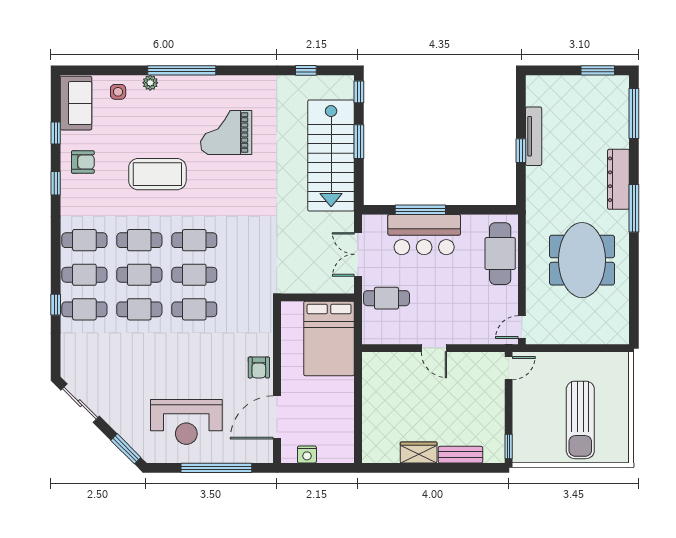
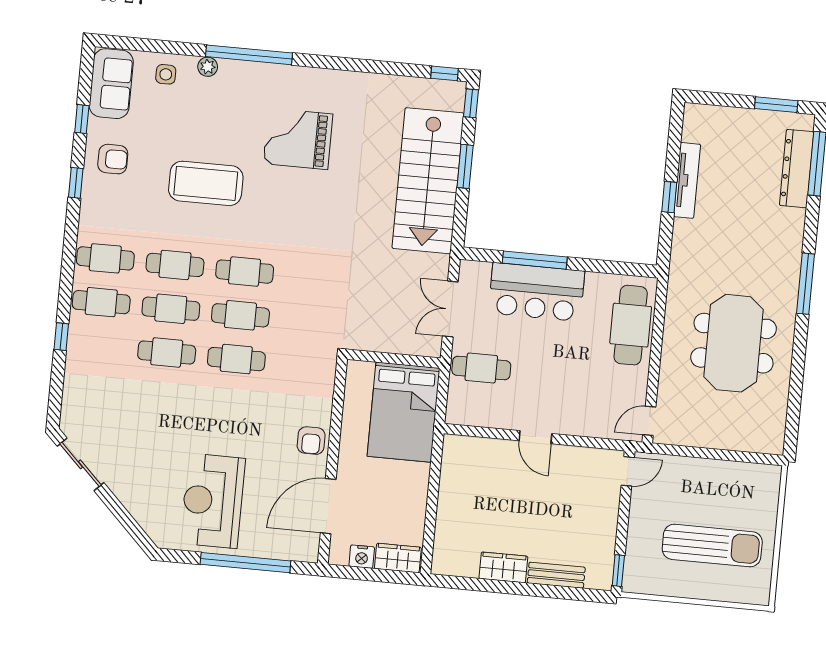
window: (306, 70) -> (445, 73), moved
dresser: (618, 179) -> (797, 169), moved
cafe table: (84, 309) -> (97, 346), removed
sun lounger: (580, 420) -> (712, 546), turned -90
reception desk: (186, 422) -> (213, 501), turned 90
window: (126, 449) -> (133, 528), removed
wardrobe: (335, 453) -> (398, 558), added

